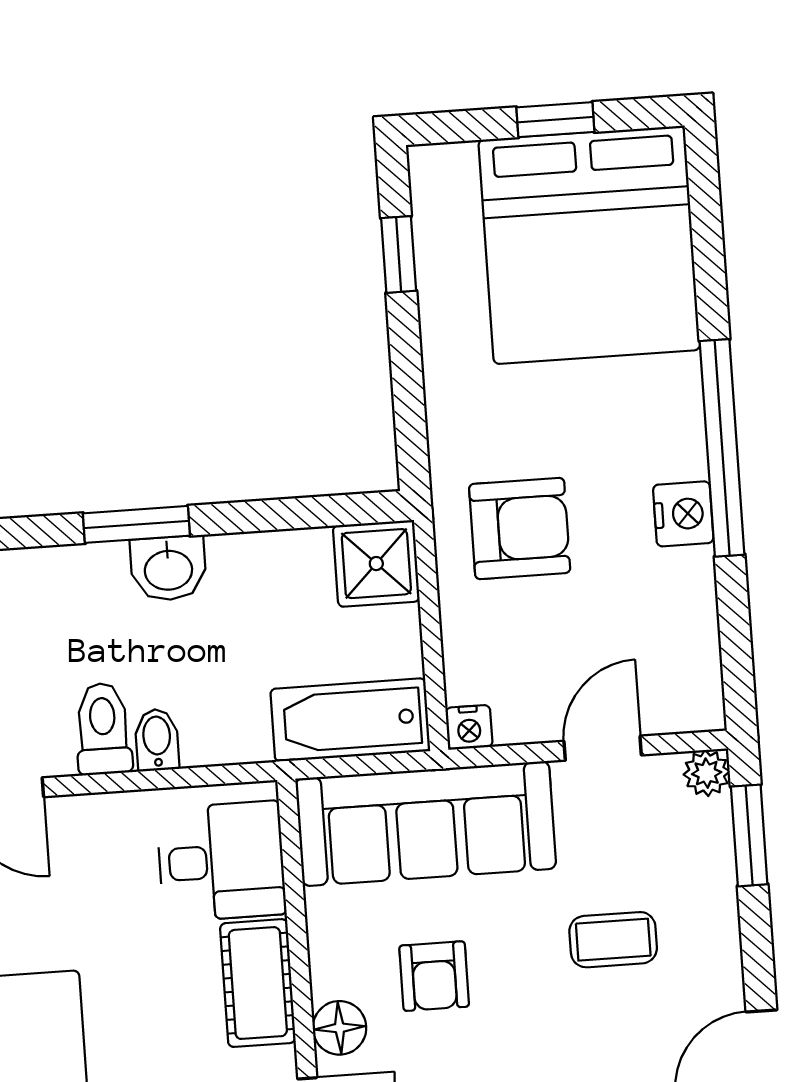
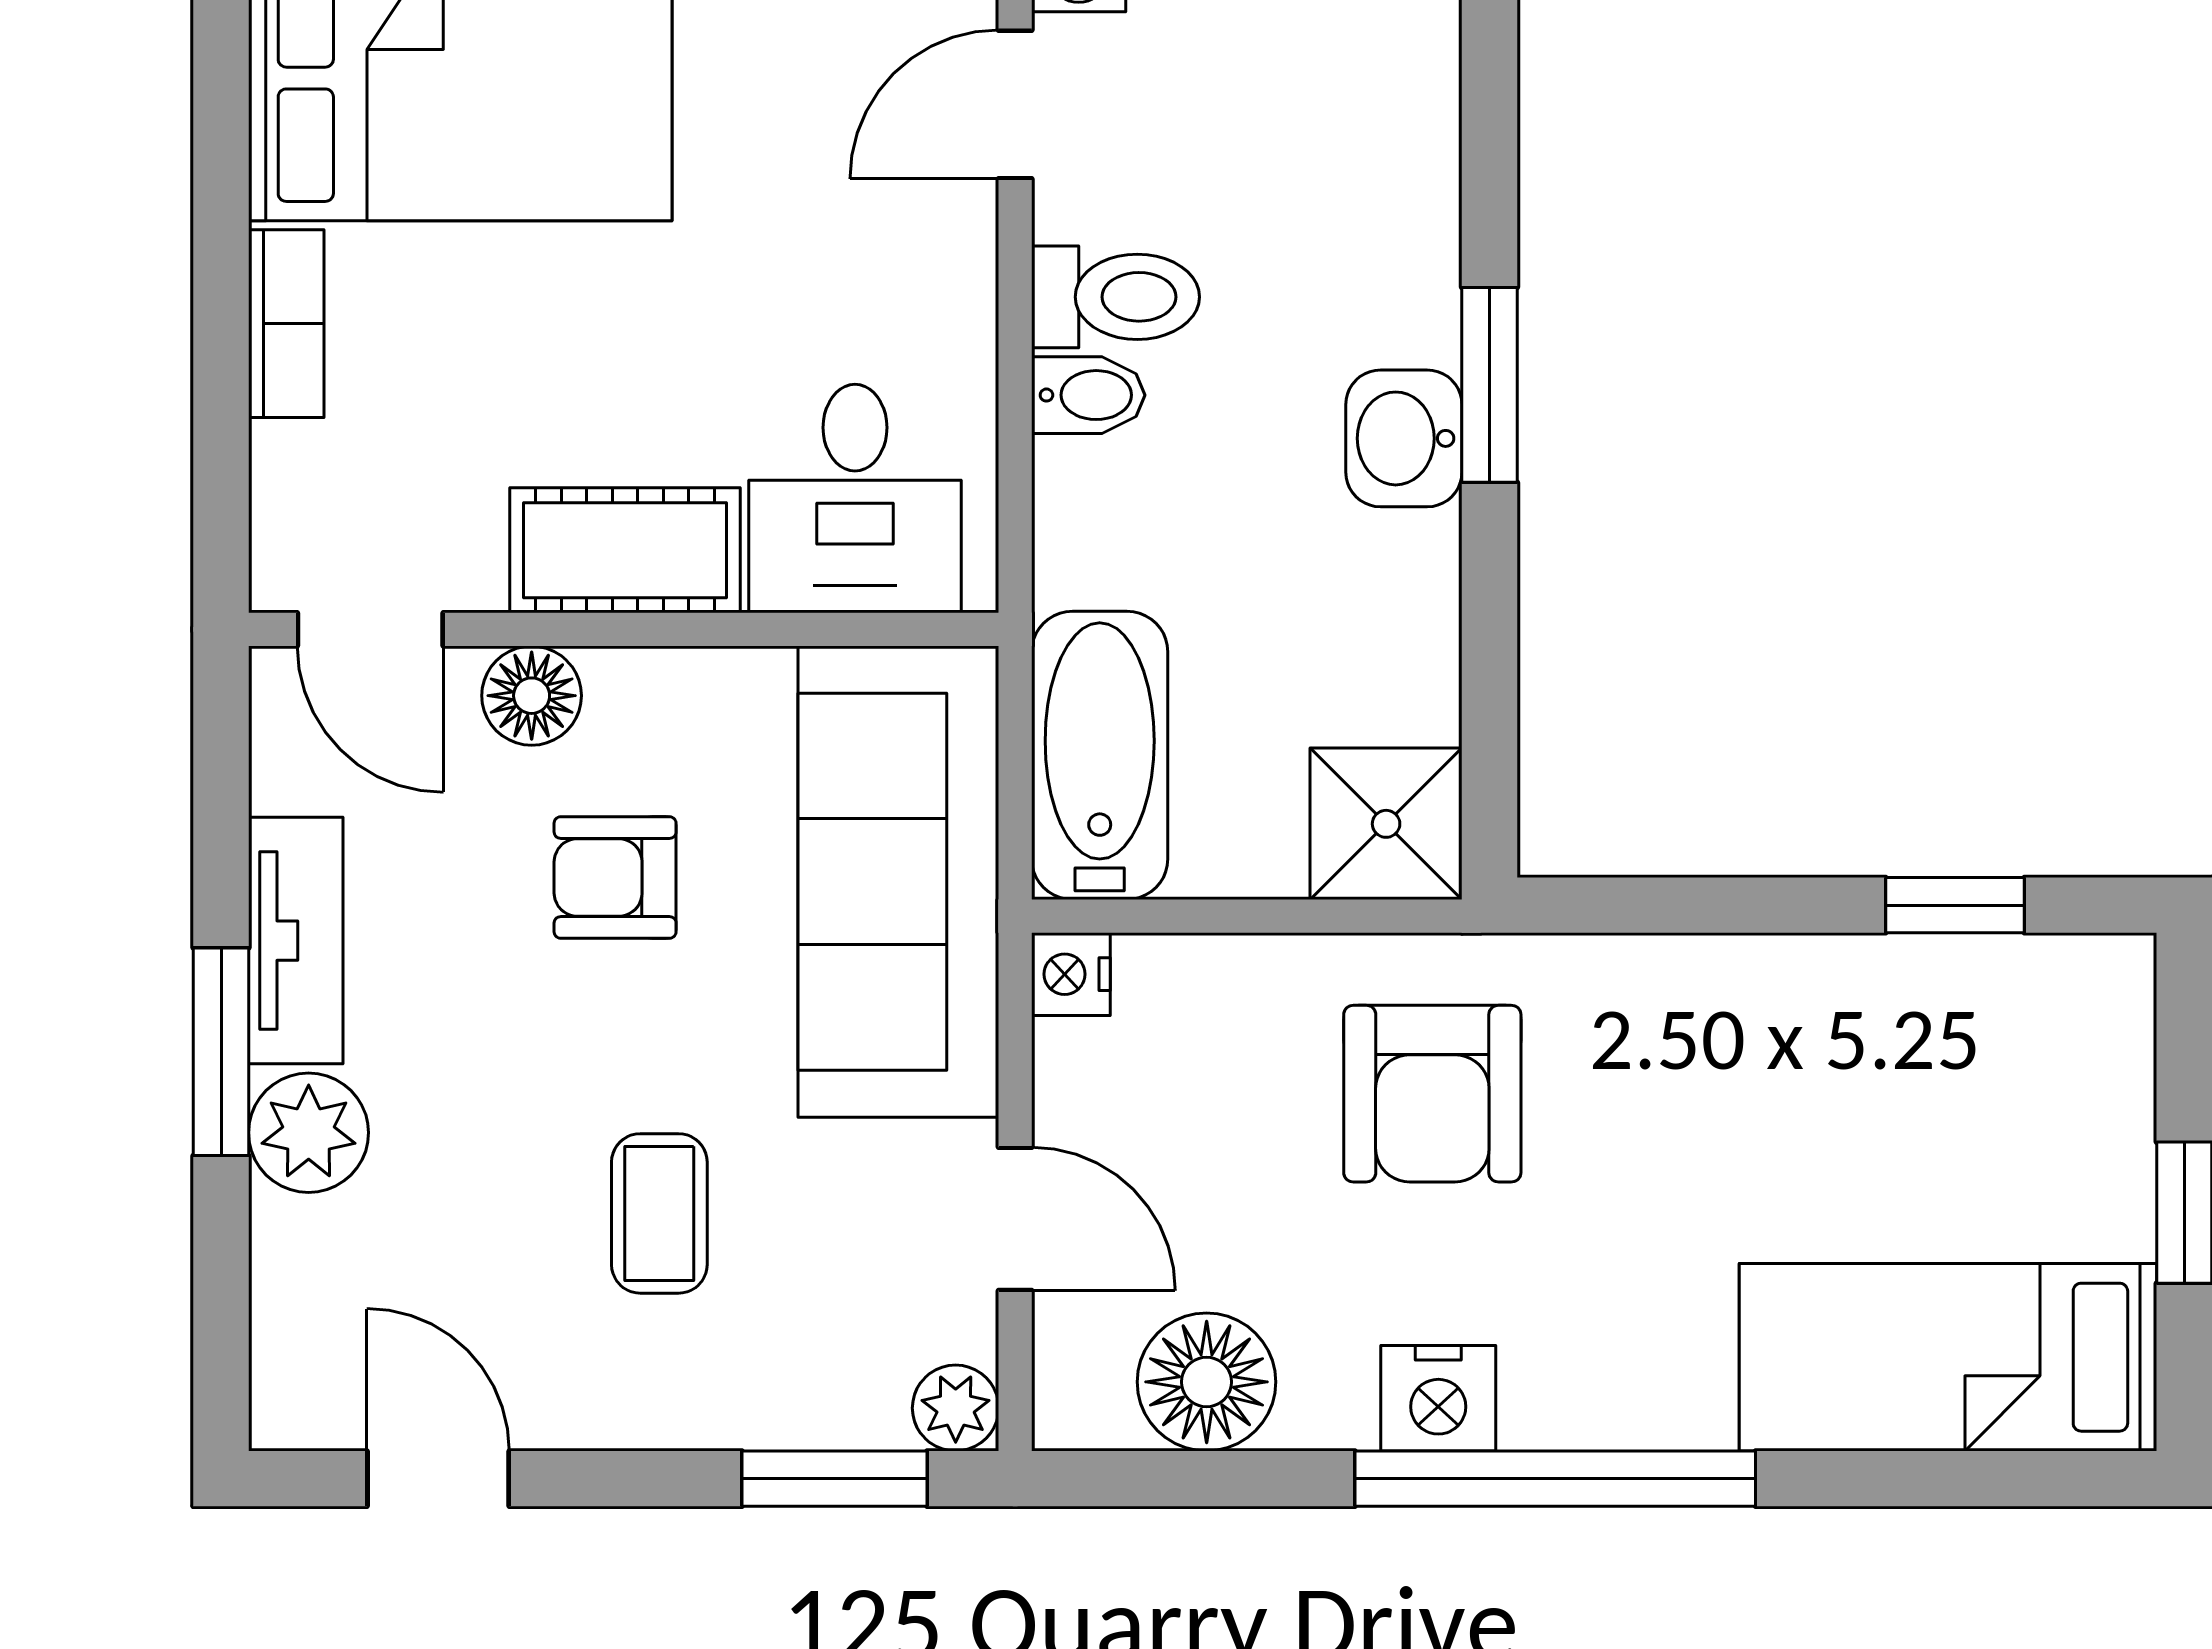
bed: (589, 245) -> (1948, 1357), width x0.49
floor lamp: (683, 639) -> (1207, 1382), added

